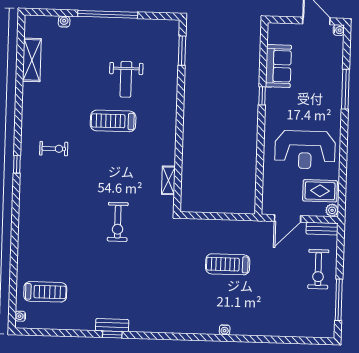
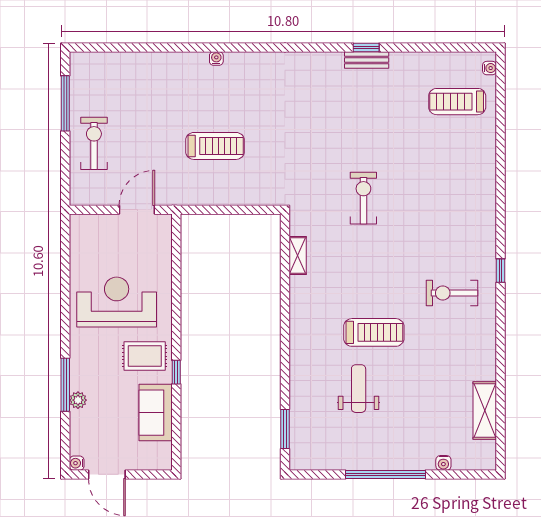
exercise bike: (54, 149) -> (452, 293), width x1.38, depth x1.39
rug: (320, 191) -> (145, 356), moved
plant: (332, 210) -> (78, 400), moved
bench: (322, 229) -> (91, 198), removed

